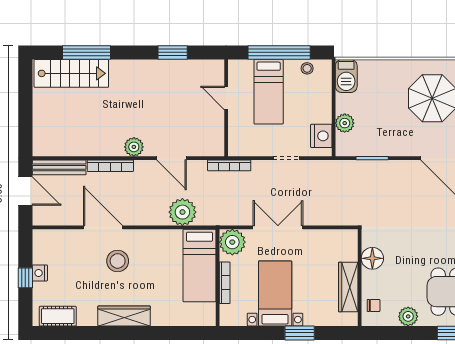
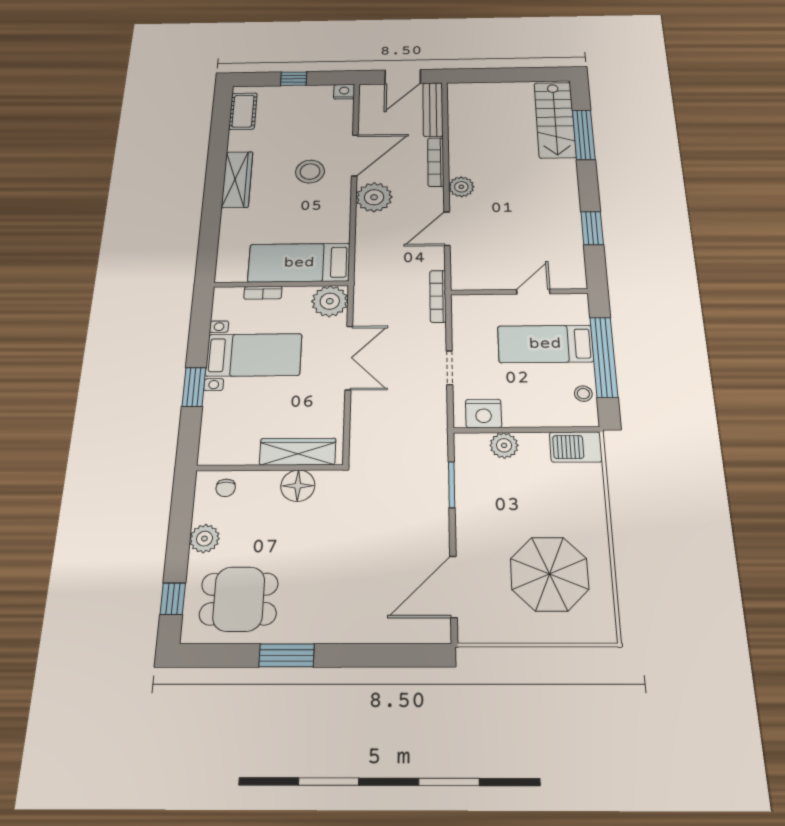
plant: (182, 212) -> (374, 197), moved
nightstand: (40, 273) -> (344, 92), moved
bookcase: (225, 283) -> (263, 293), width x0.64
wardrobe: (348, 287) -> (298, 452), moved

